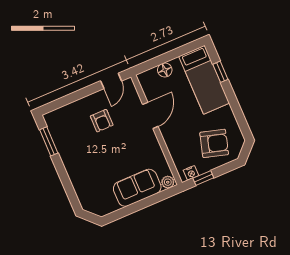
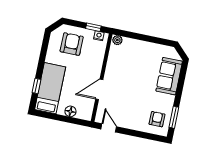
door: (111, 81) -> (109, 128), hinge flipped
armchair: (102, 121) -> (157, 119), moved
armchair: (214, 143) -> (72, 44), turned 74
sofa: (137, 188) -> (169, 76), moved, turned 90

